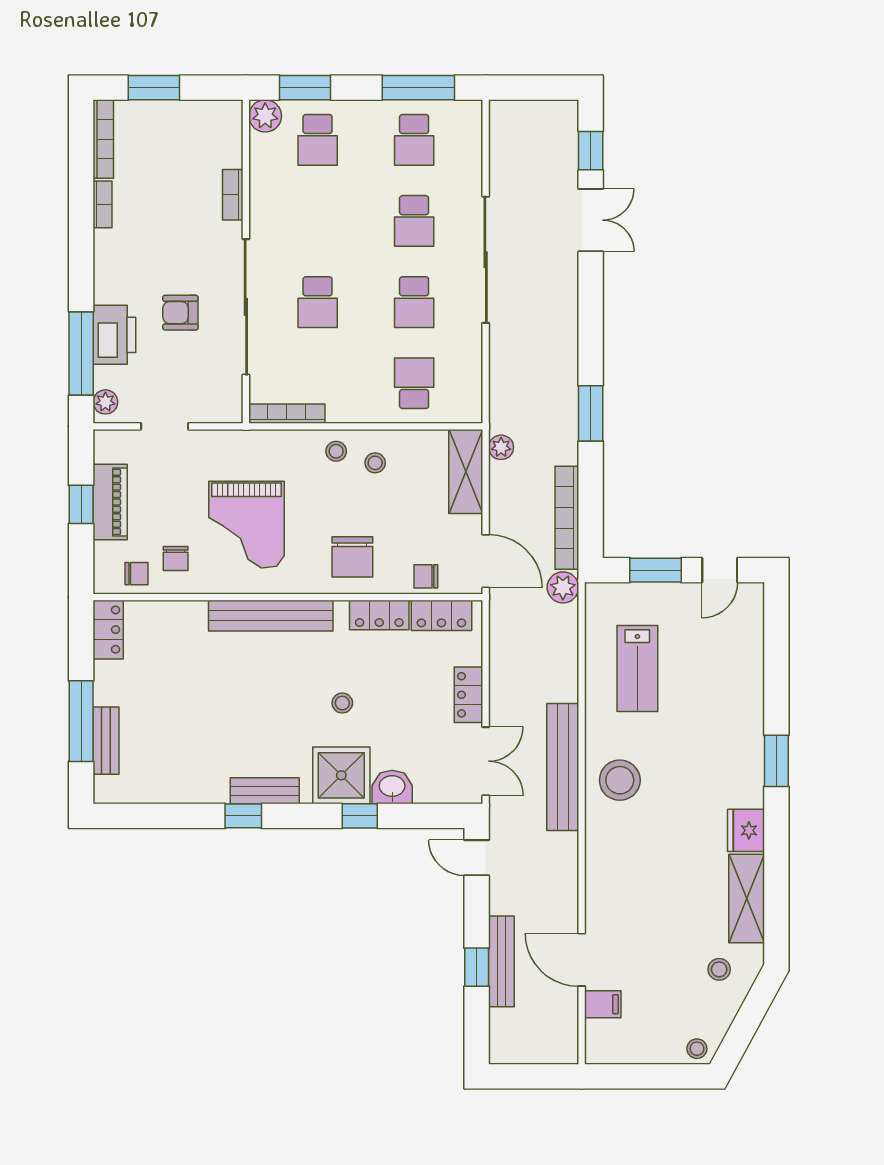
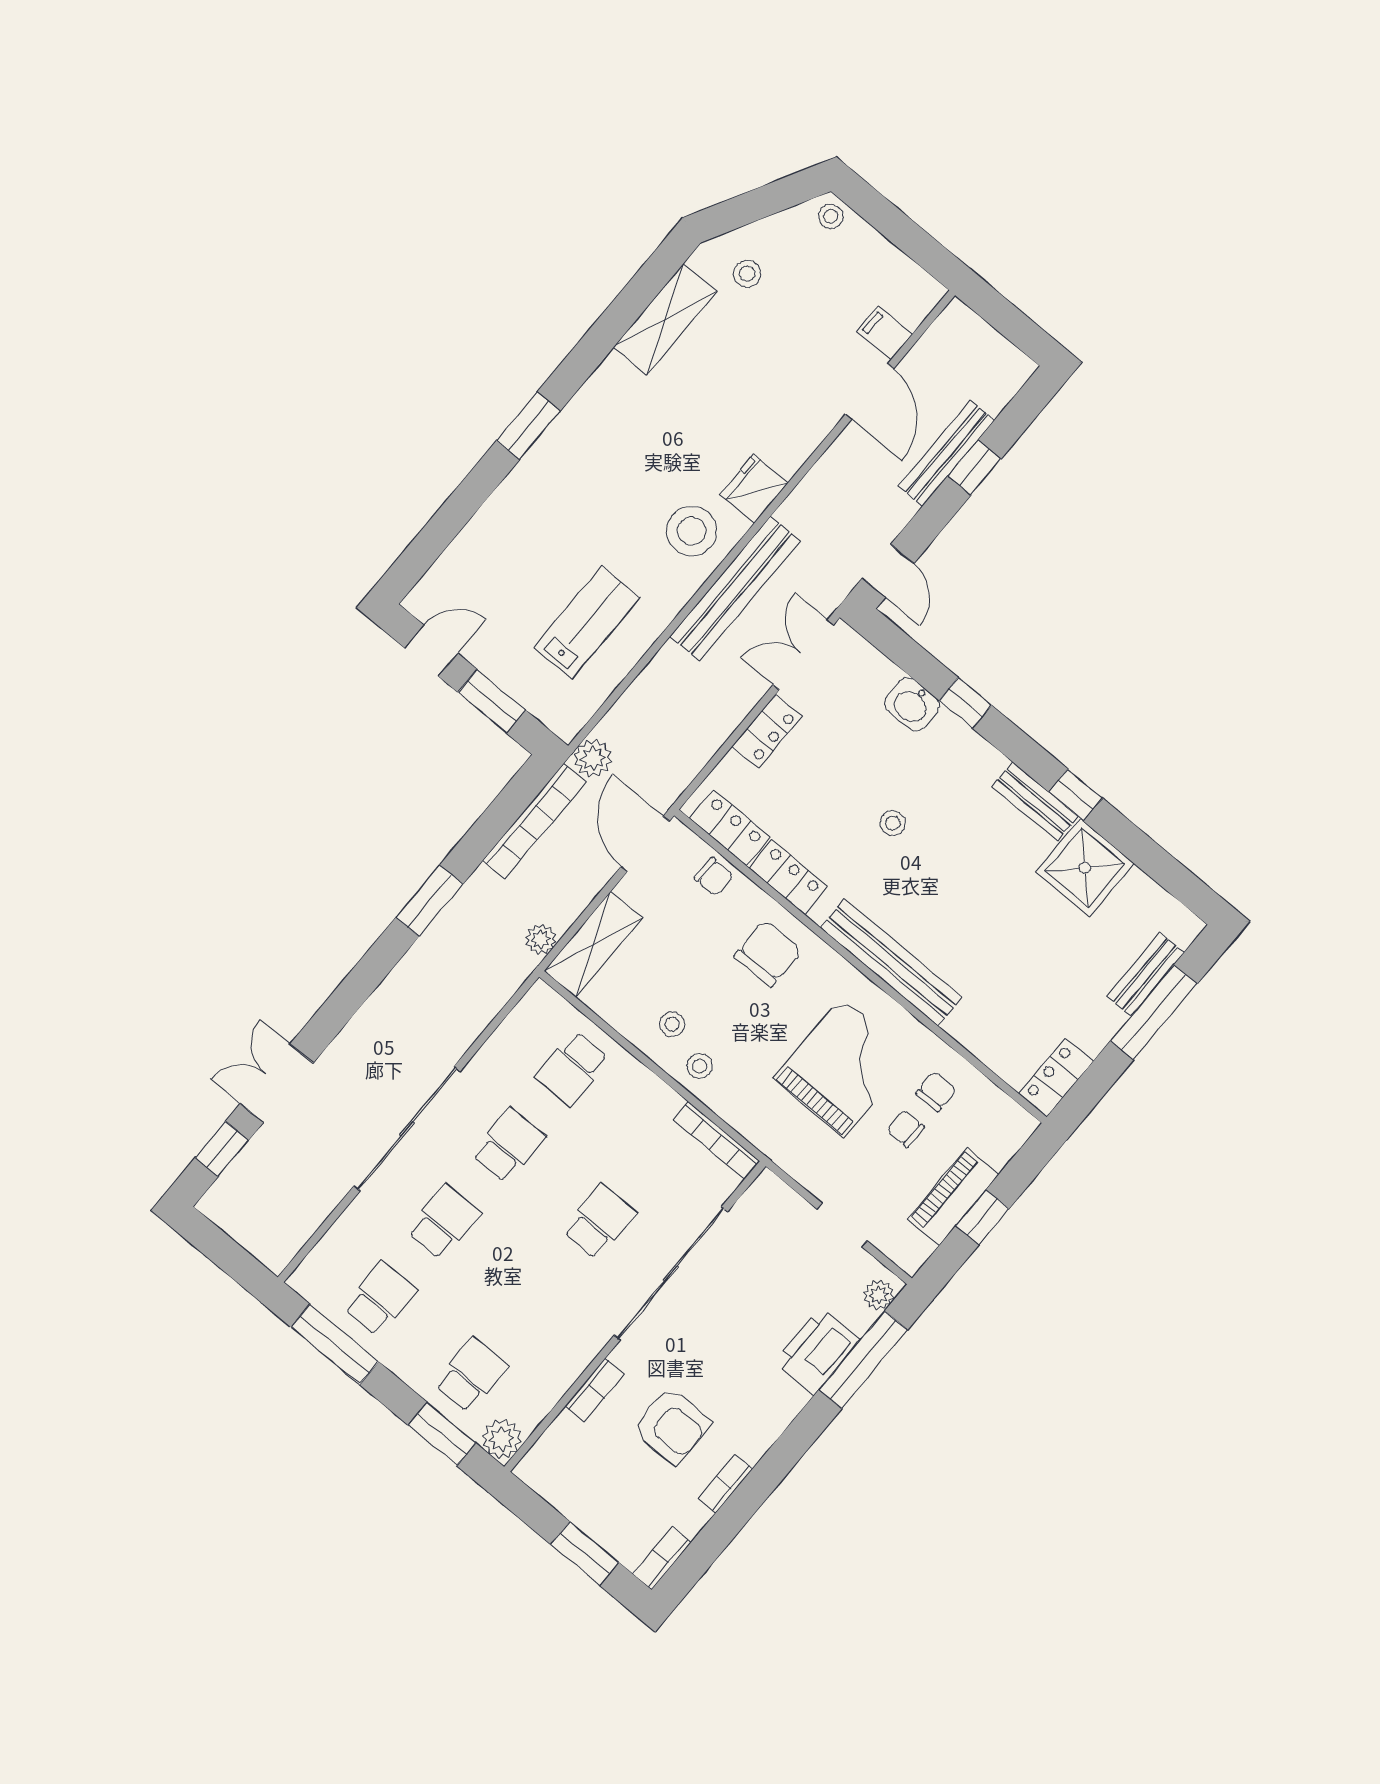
bookcase: (103, 139) -> (662, 1558), width x0.64
armchair: (180, 313) -> (672, 1426), moved, width x1.38, depth x1.38
chair: (137, 574) -> (906, 1129), moved
shower: (341, 775) -> (1085, 868), moved
fridge: (746, 830) -> (754, 489), moved, turned 180

